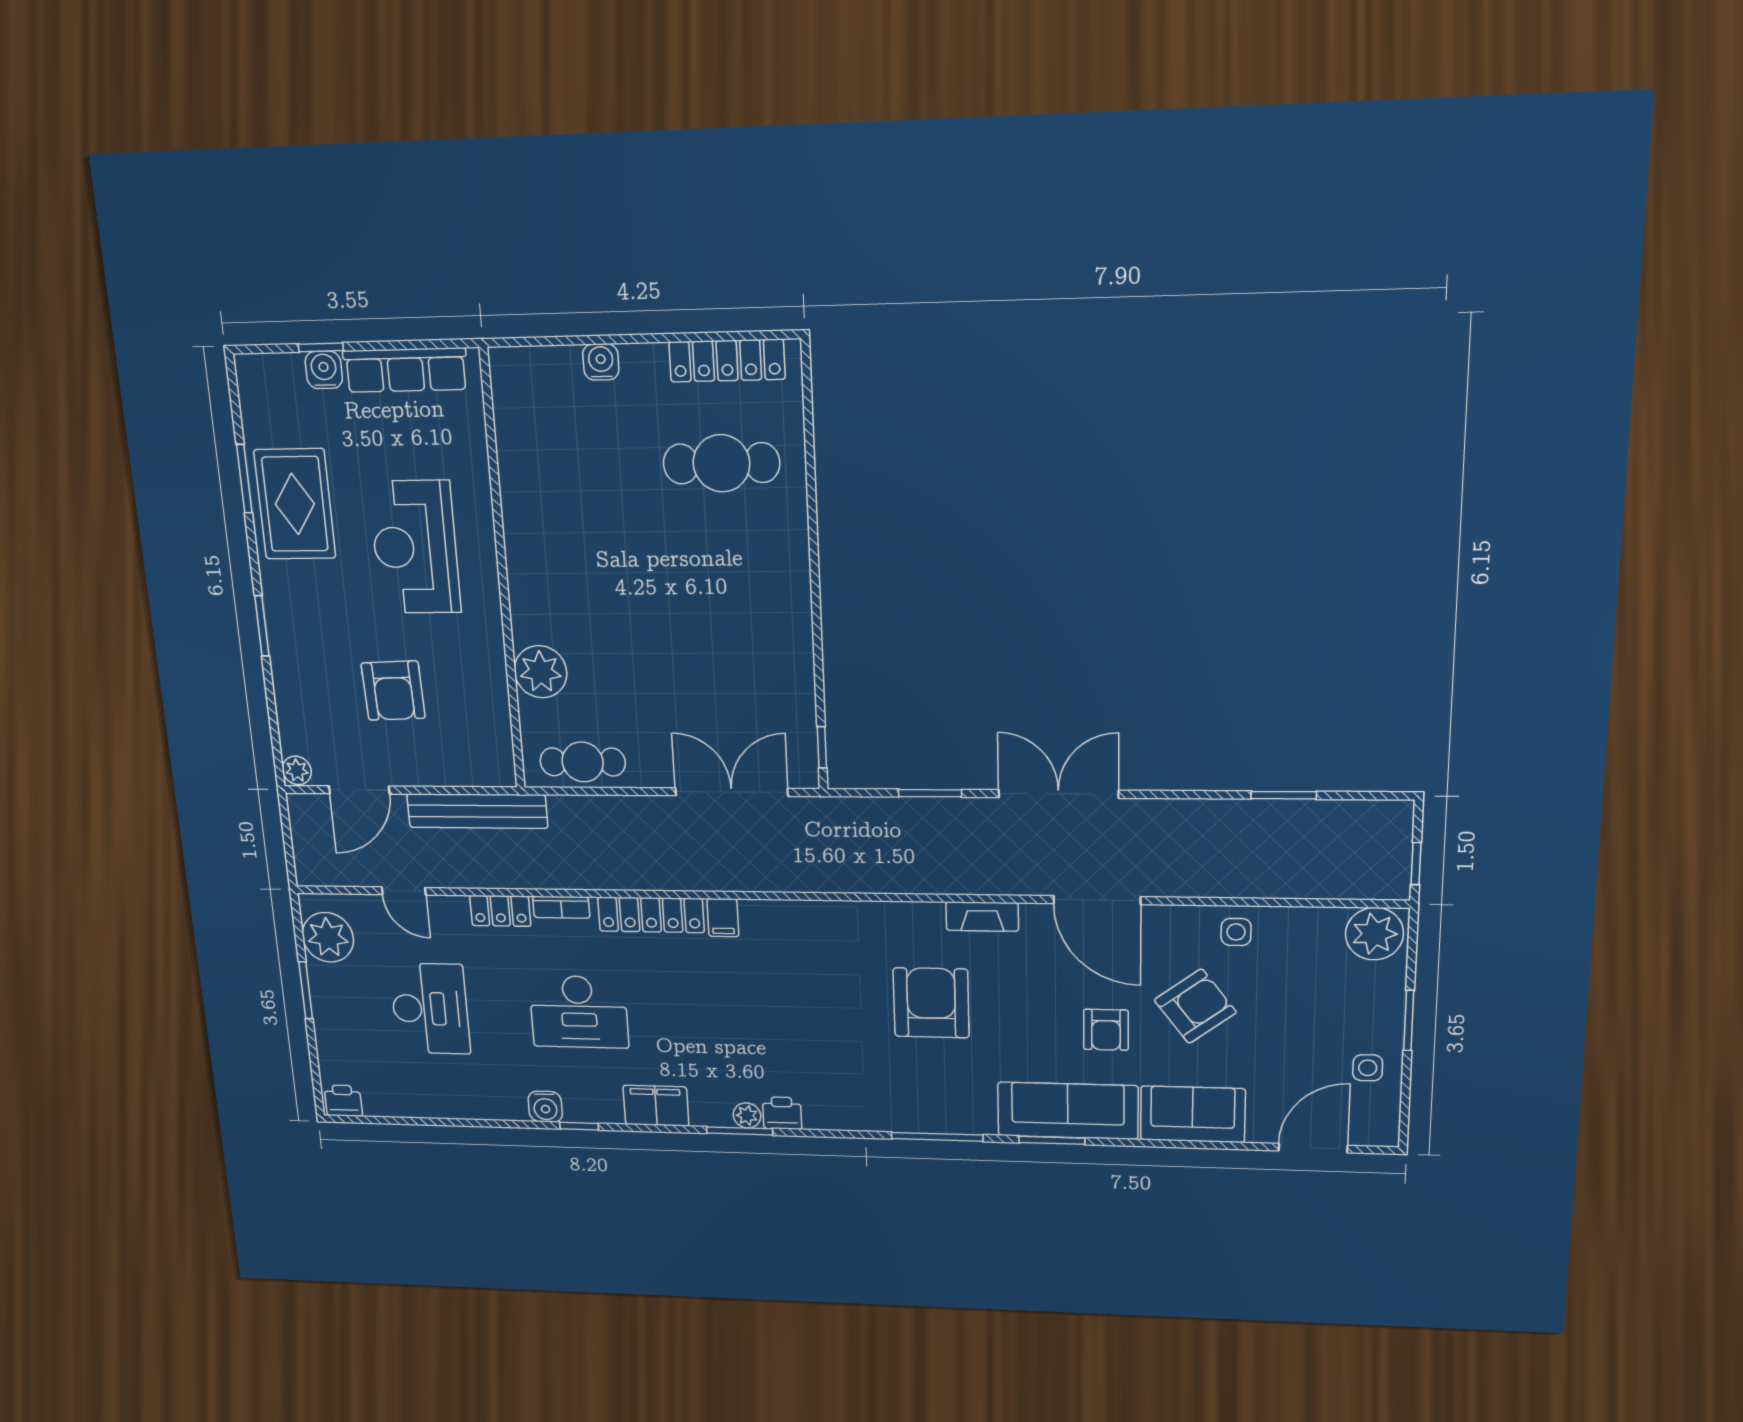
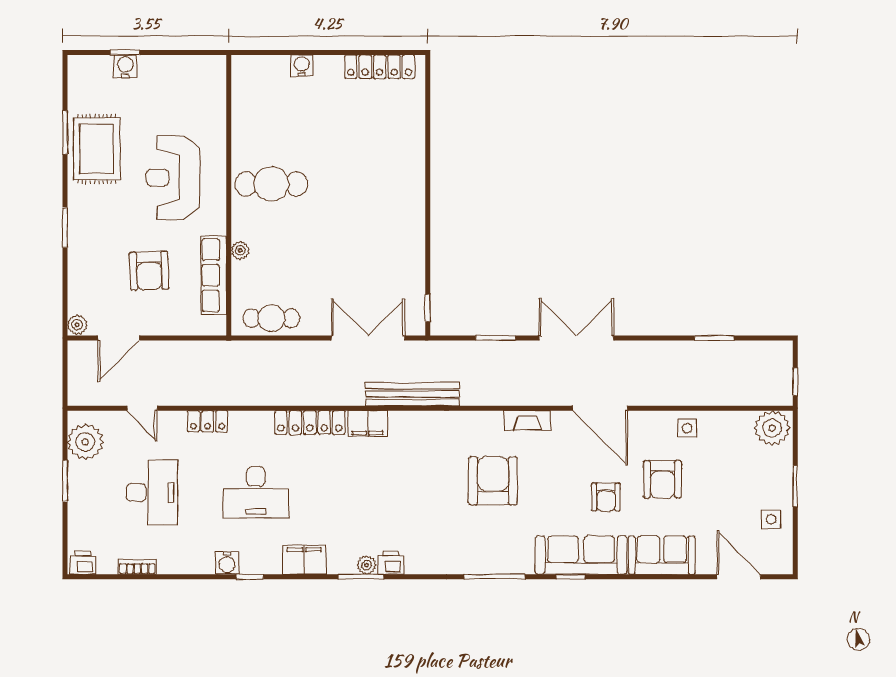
row of seats: (406, 370) -> (214, 275), moved, turned 90
cafe table: (721, 463) -> (271, 184), moved
plant: (541, 672) -> (240, 251), width x0.53, depth x0.53
bench: (477, 811) -> (412, 394), moved
bookcase: (561, 907) -> (137, 567), moved, turned 180
filing cabinet: (723, 918) -> (368, 424), width x2.00
armchair: (1195, 1006) -> (662, 479), turned 127
window: (1052, 1140) -> (570, 577), width x0.67
door: (1313, 1148) -> (739, 577), hinge flipped

